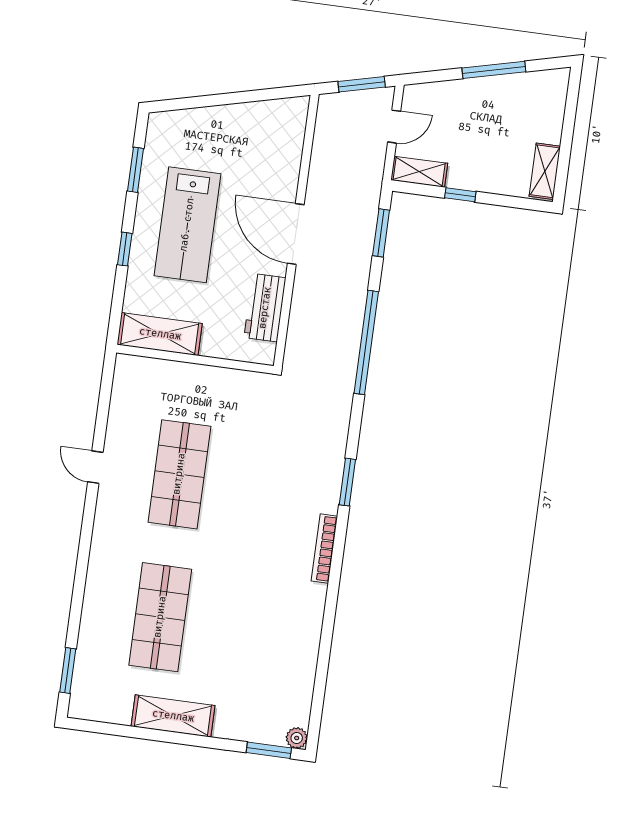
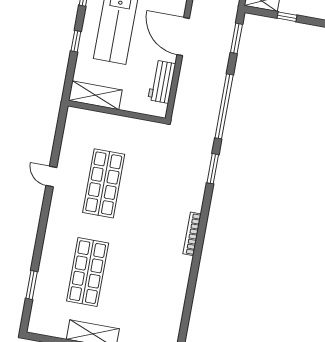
window: (347, 482) -> (213, 169), moved
window: (68, 671) -> (32, 285), moved

